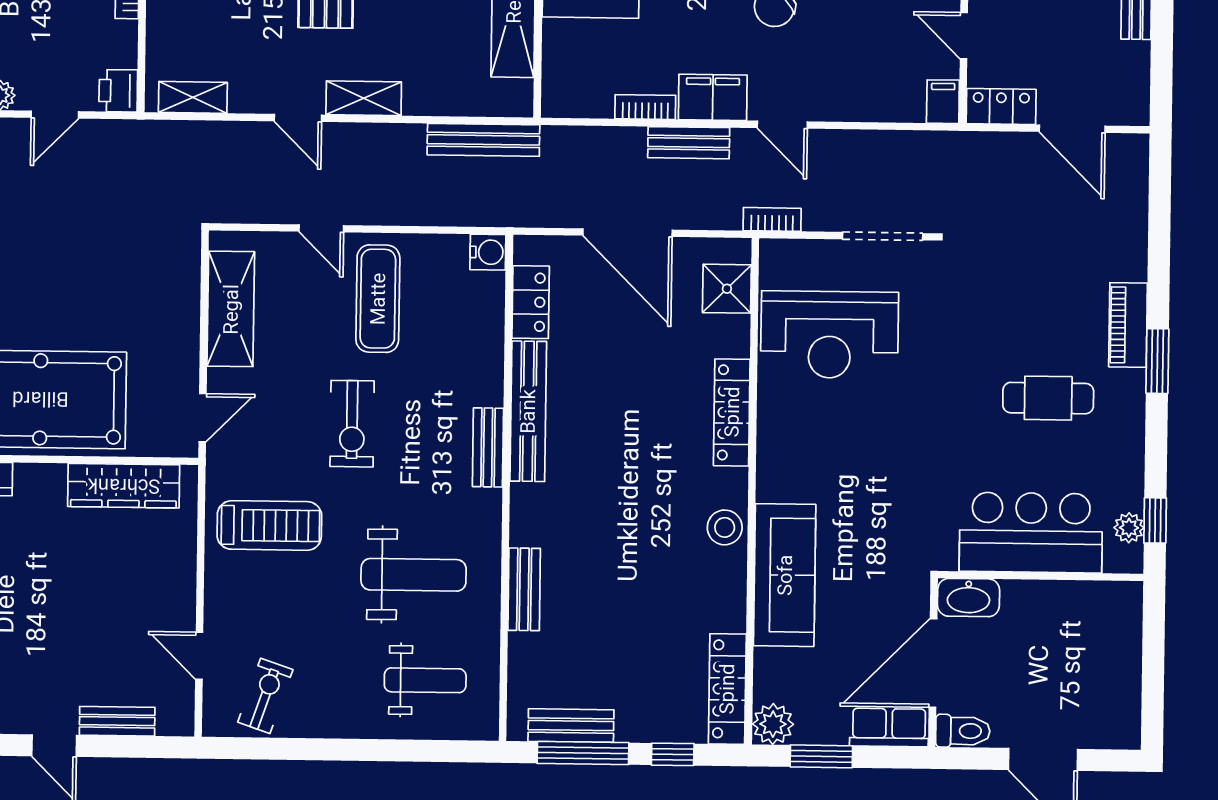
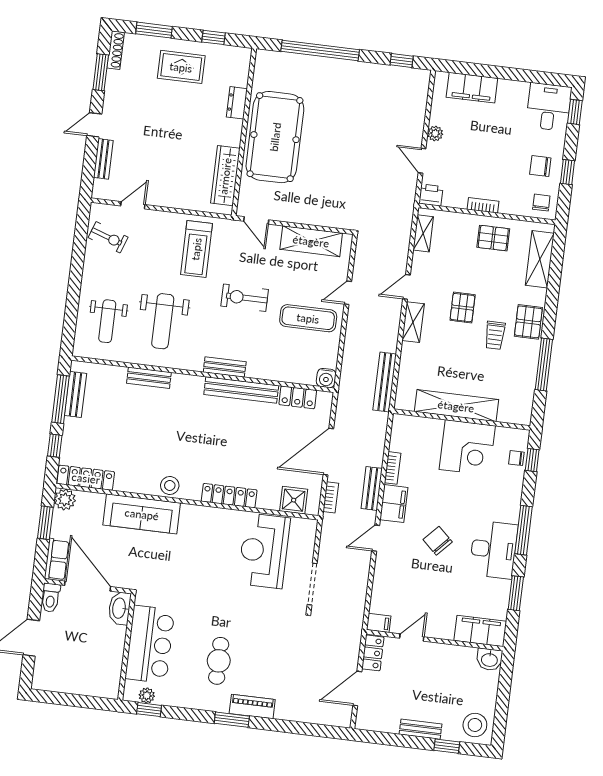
bookcase: (772, 219) -> (331, 497), moved

